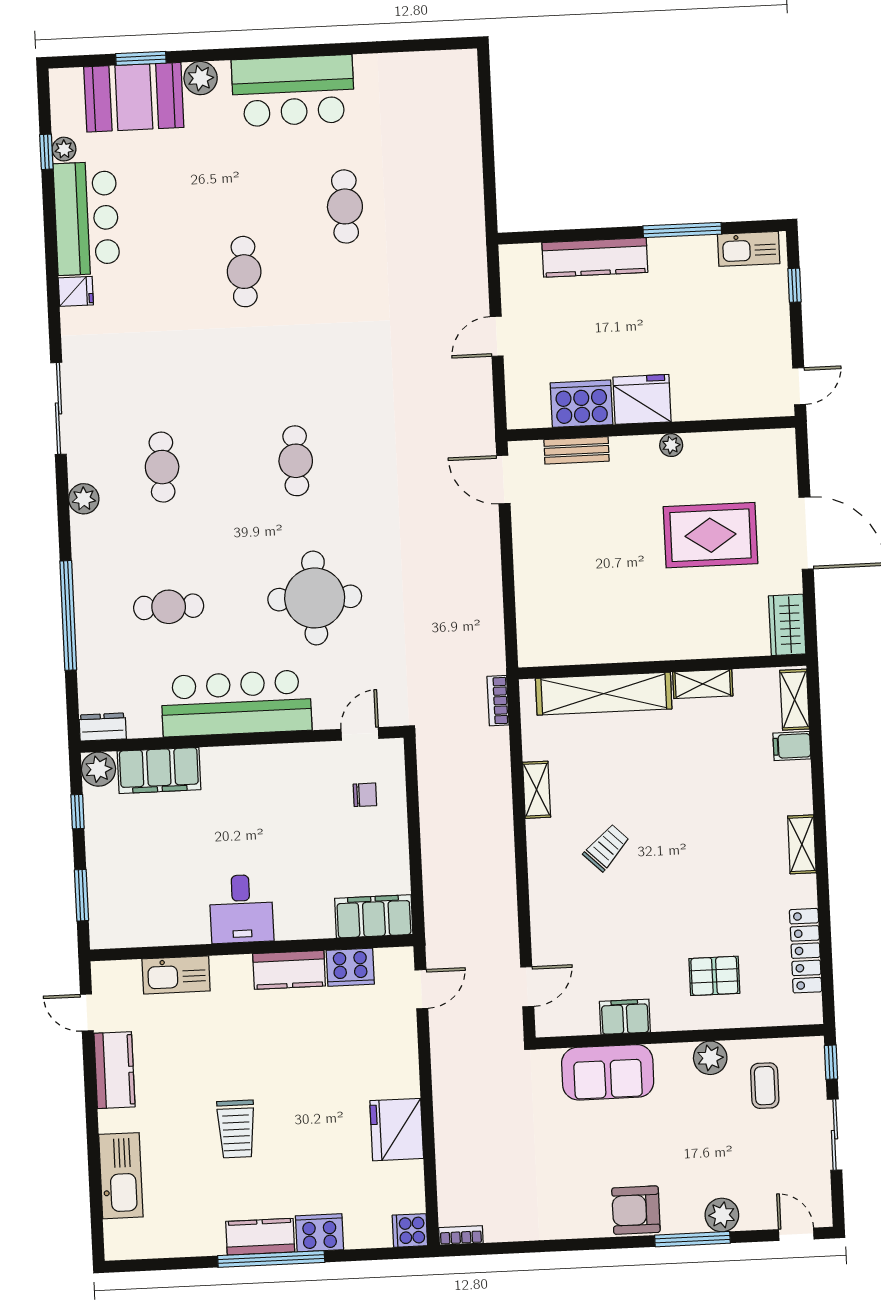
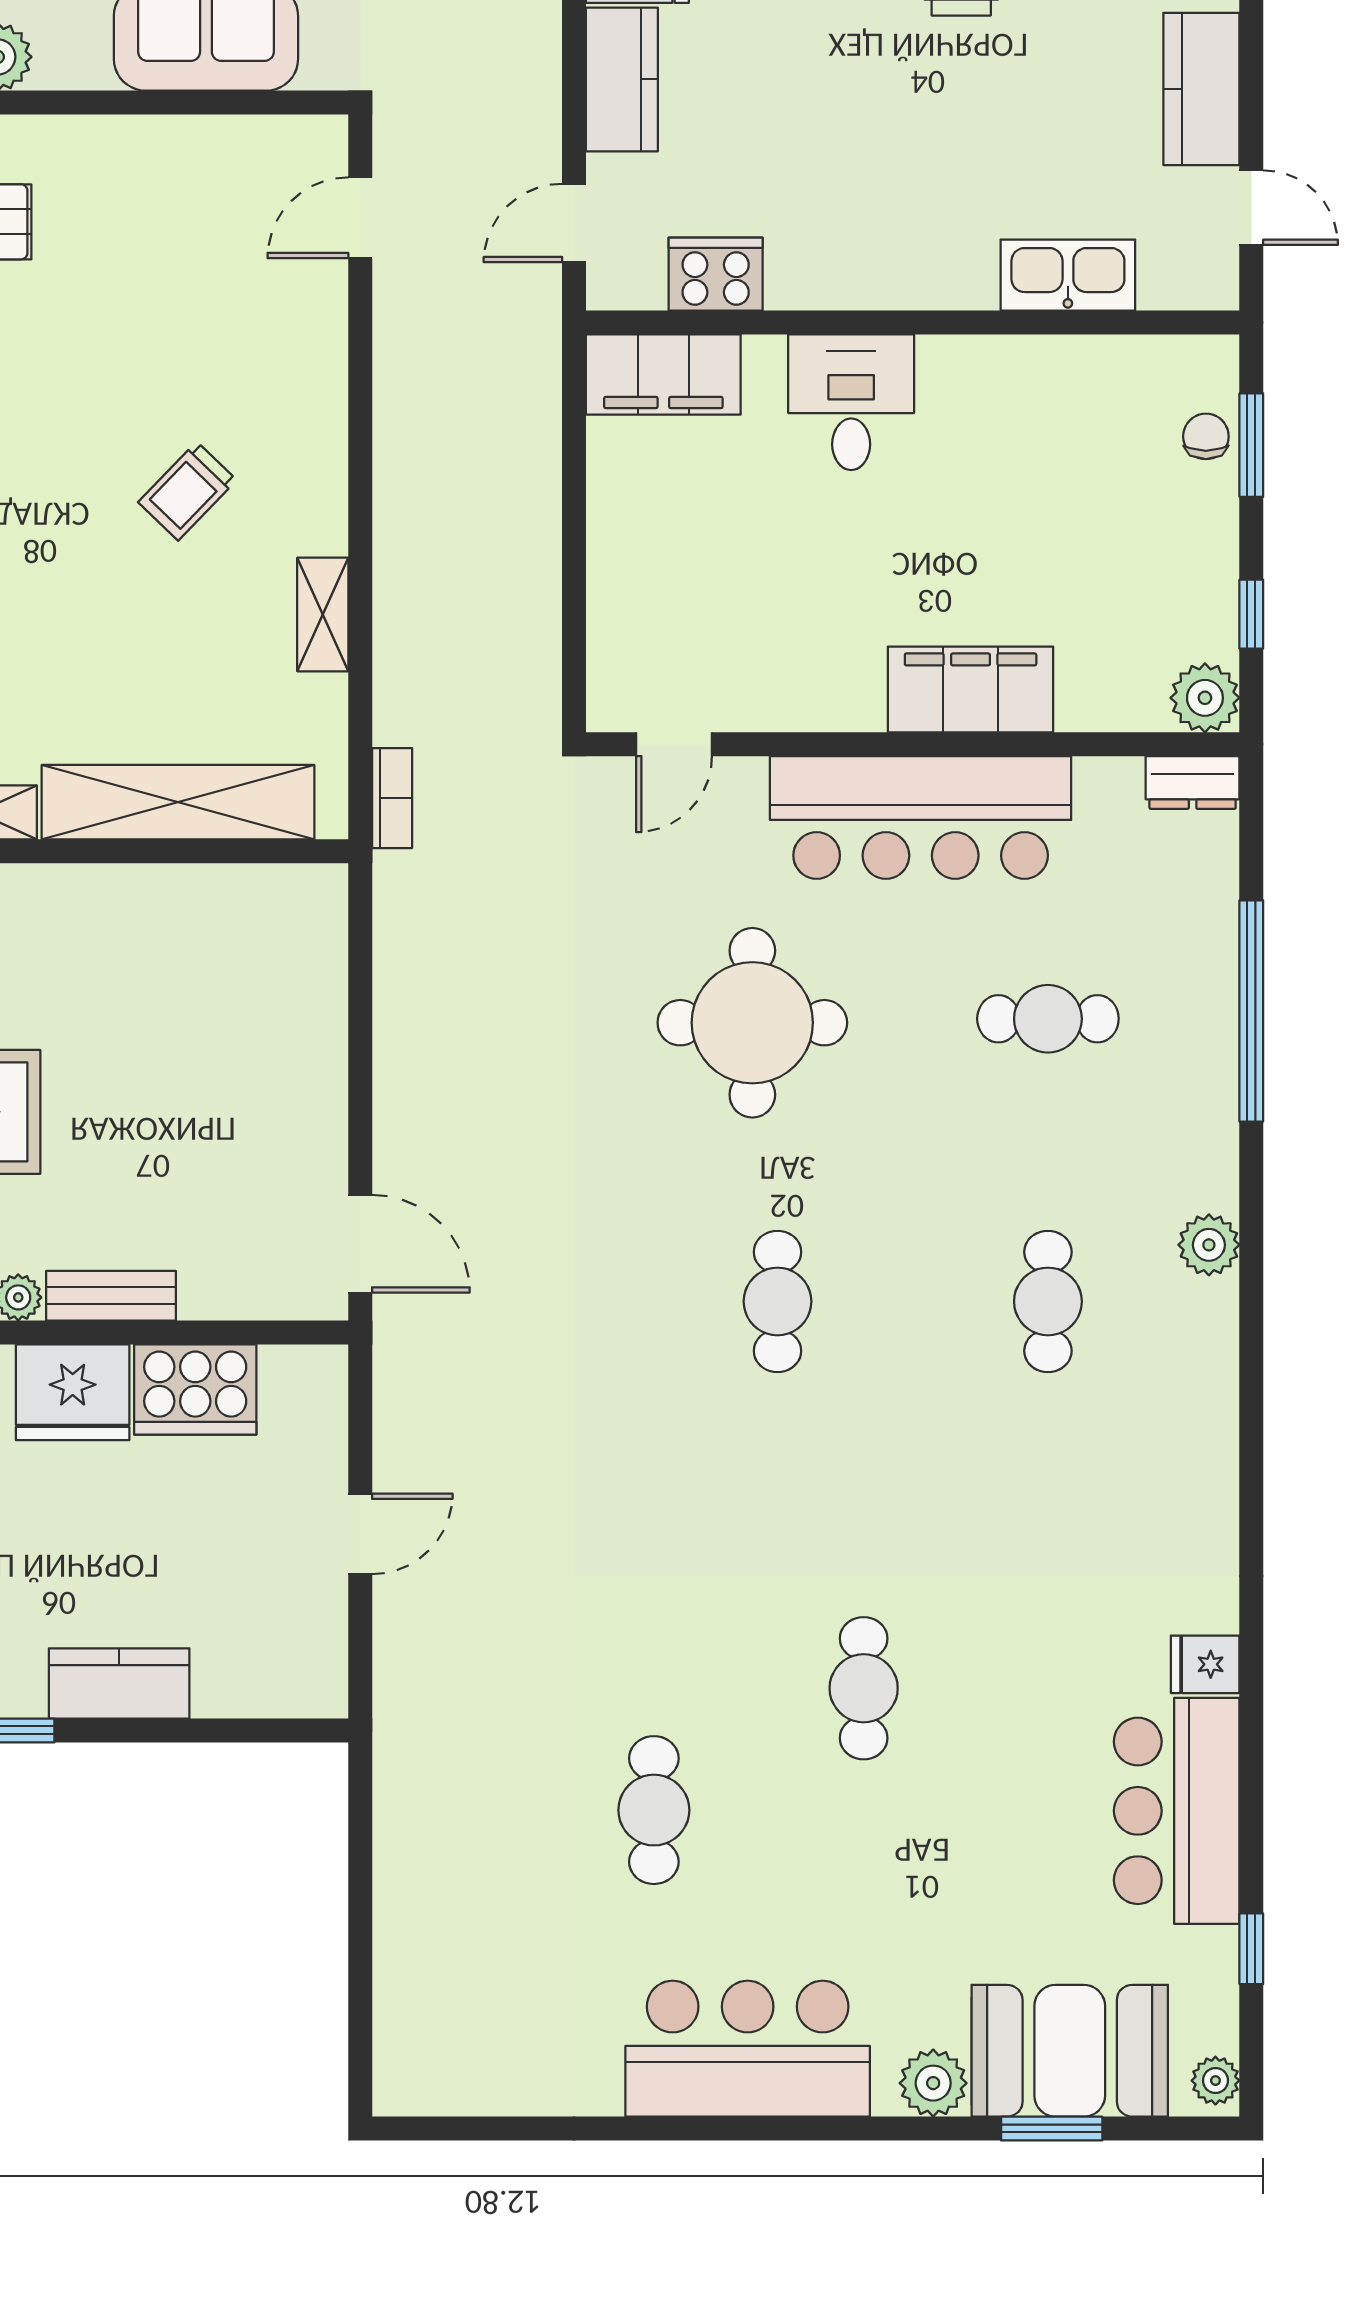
plant: (64, 149) -> (1215, 2081), moved
kitchen counter: (595, 257) -> (119, 1683), width x0.67
sliding door: (58, 408) -> (1251, 1430), removed
bench: (577, 450) -> (111, 1296), moved
filing cabinet: (159, 770) -> (971, 689), moved
chair: (365, 795) -> (1206, 436), moved, turned 90
desk: (241, 909) -> (851, 402), moved
kitchen counter: (289, 970) -> (622, 79), moved, turned 90
filing cabinet: (625, 1017) -> (166, 148), removed

